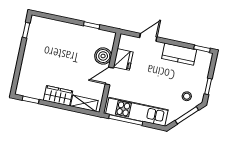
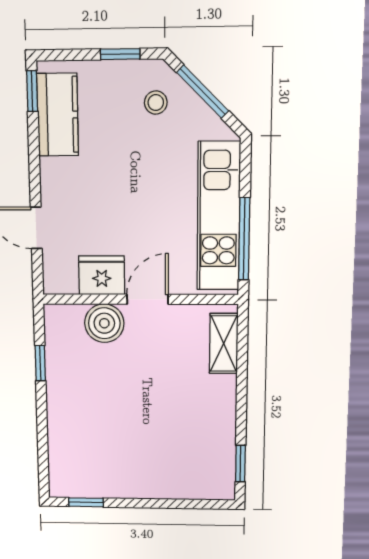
kitchen counter: (179, 54) -> (58, 115), moved
door: (109, 76) -> (148, 299), swing flipped
wardrobe: (58, 96) -> (218, 406), removed

